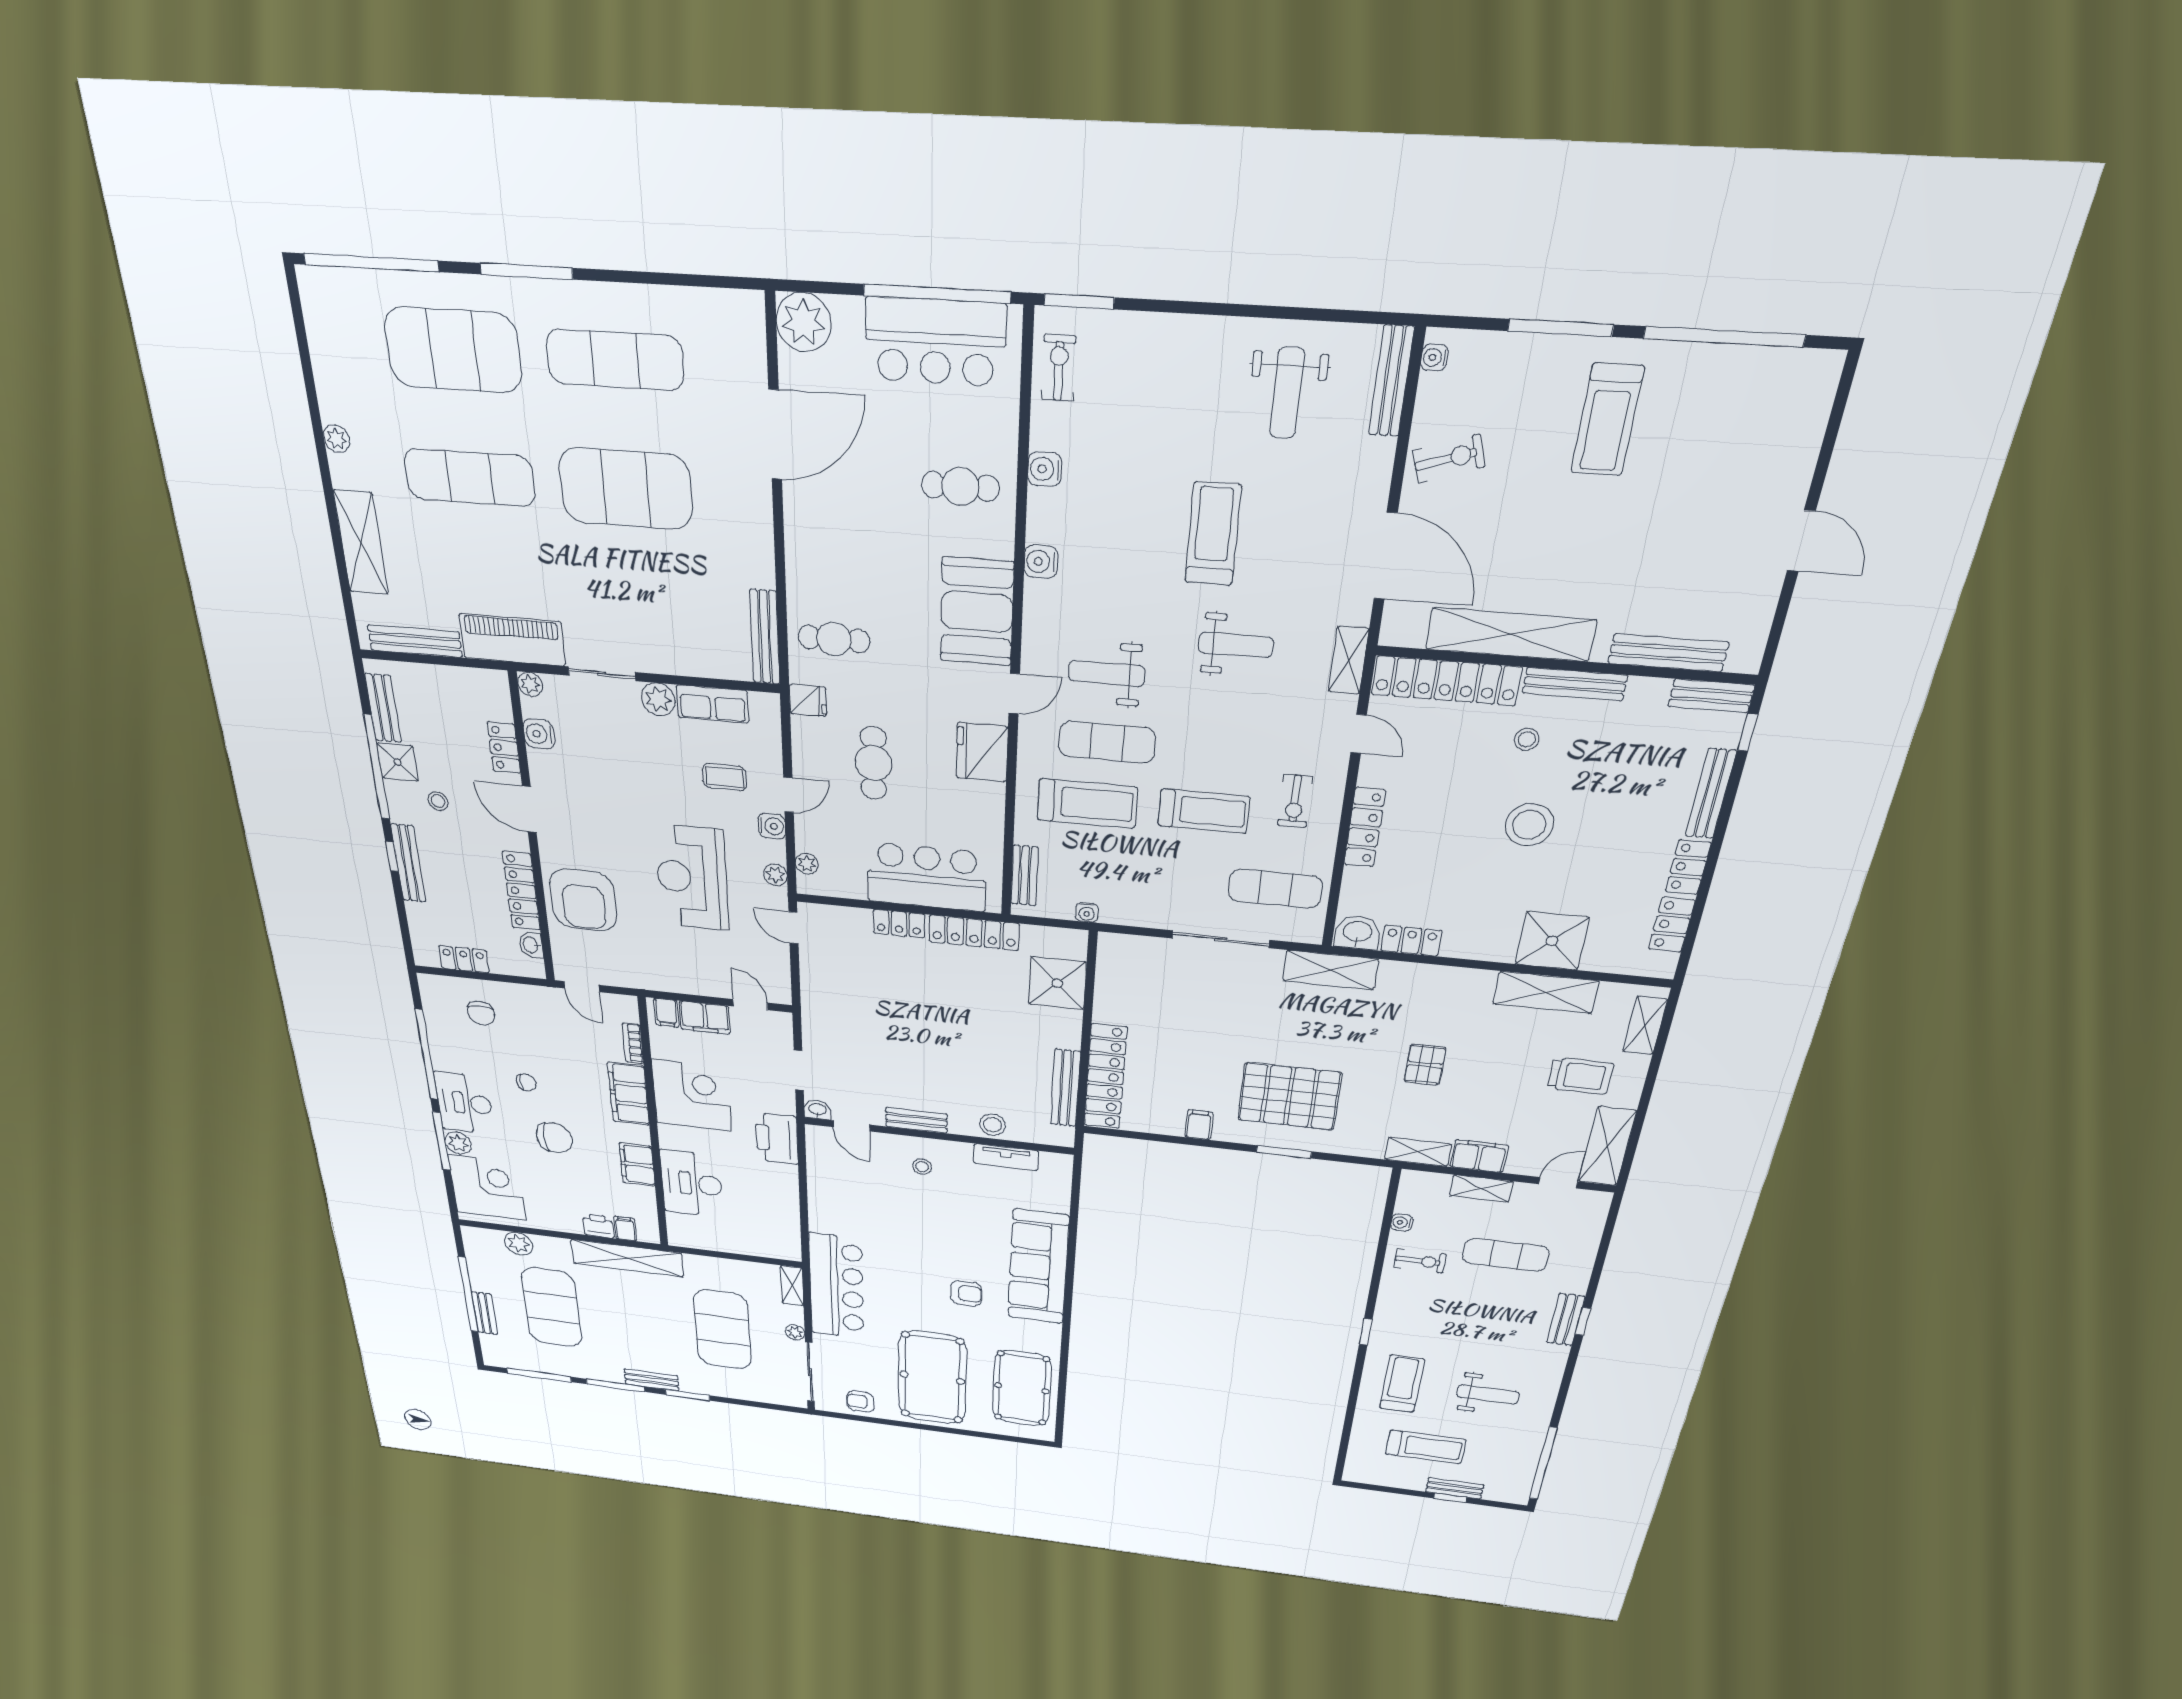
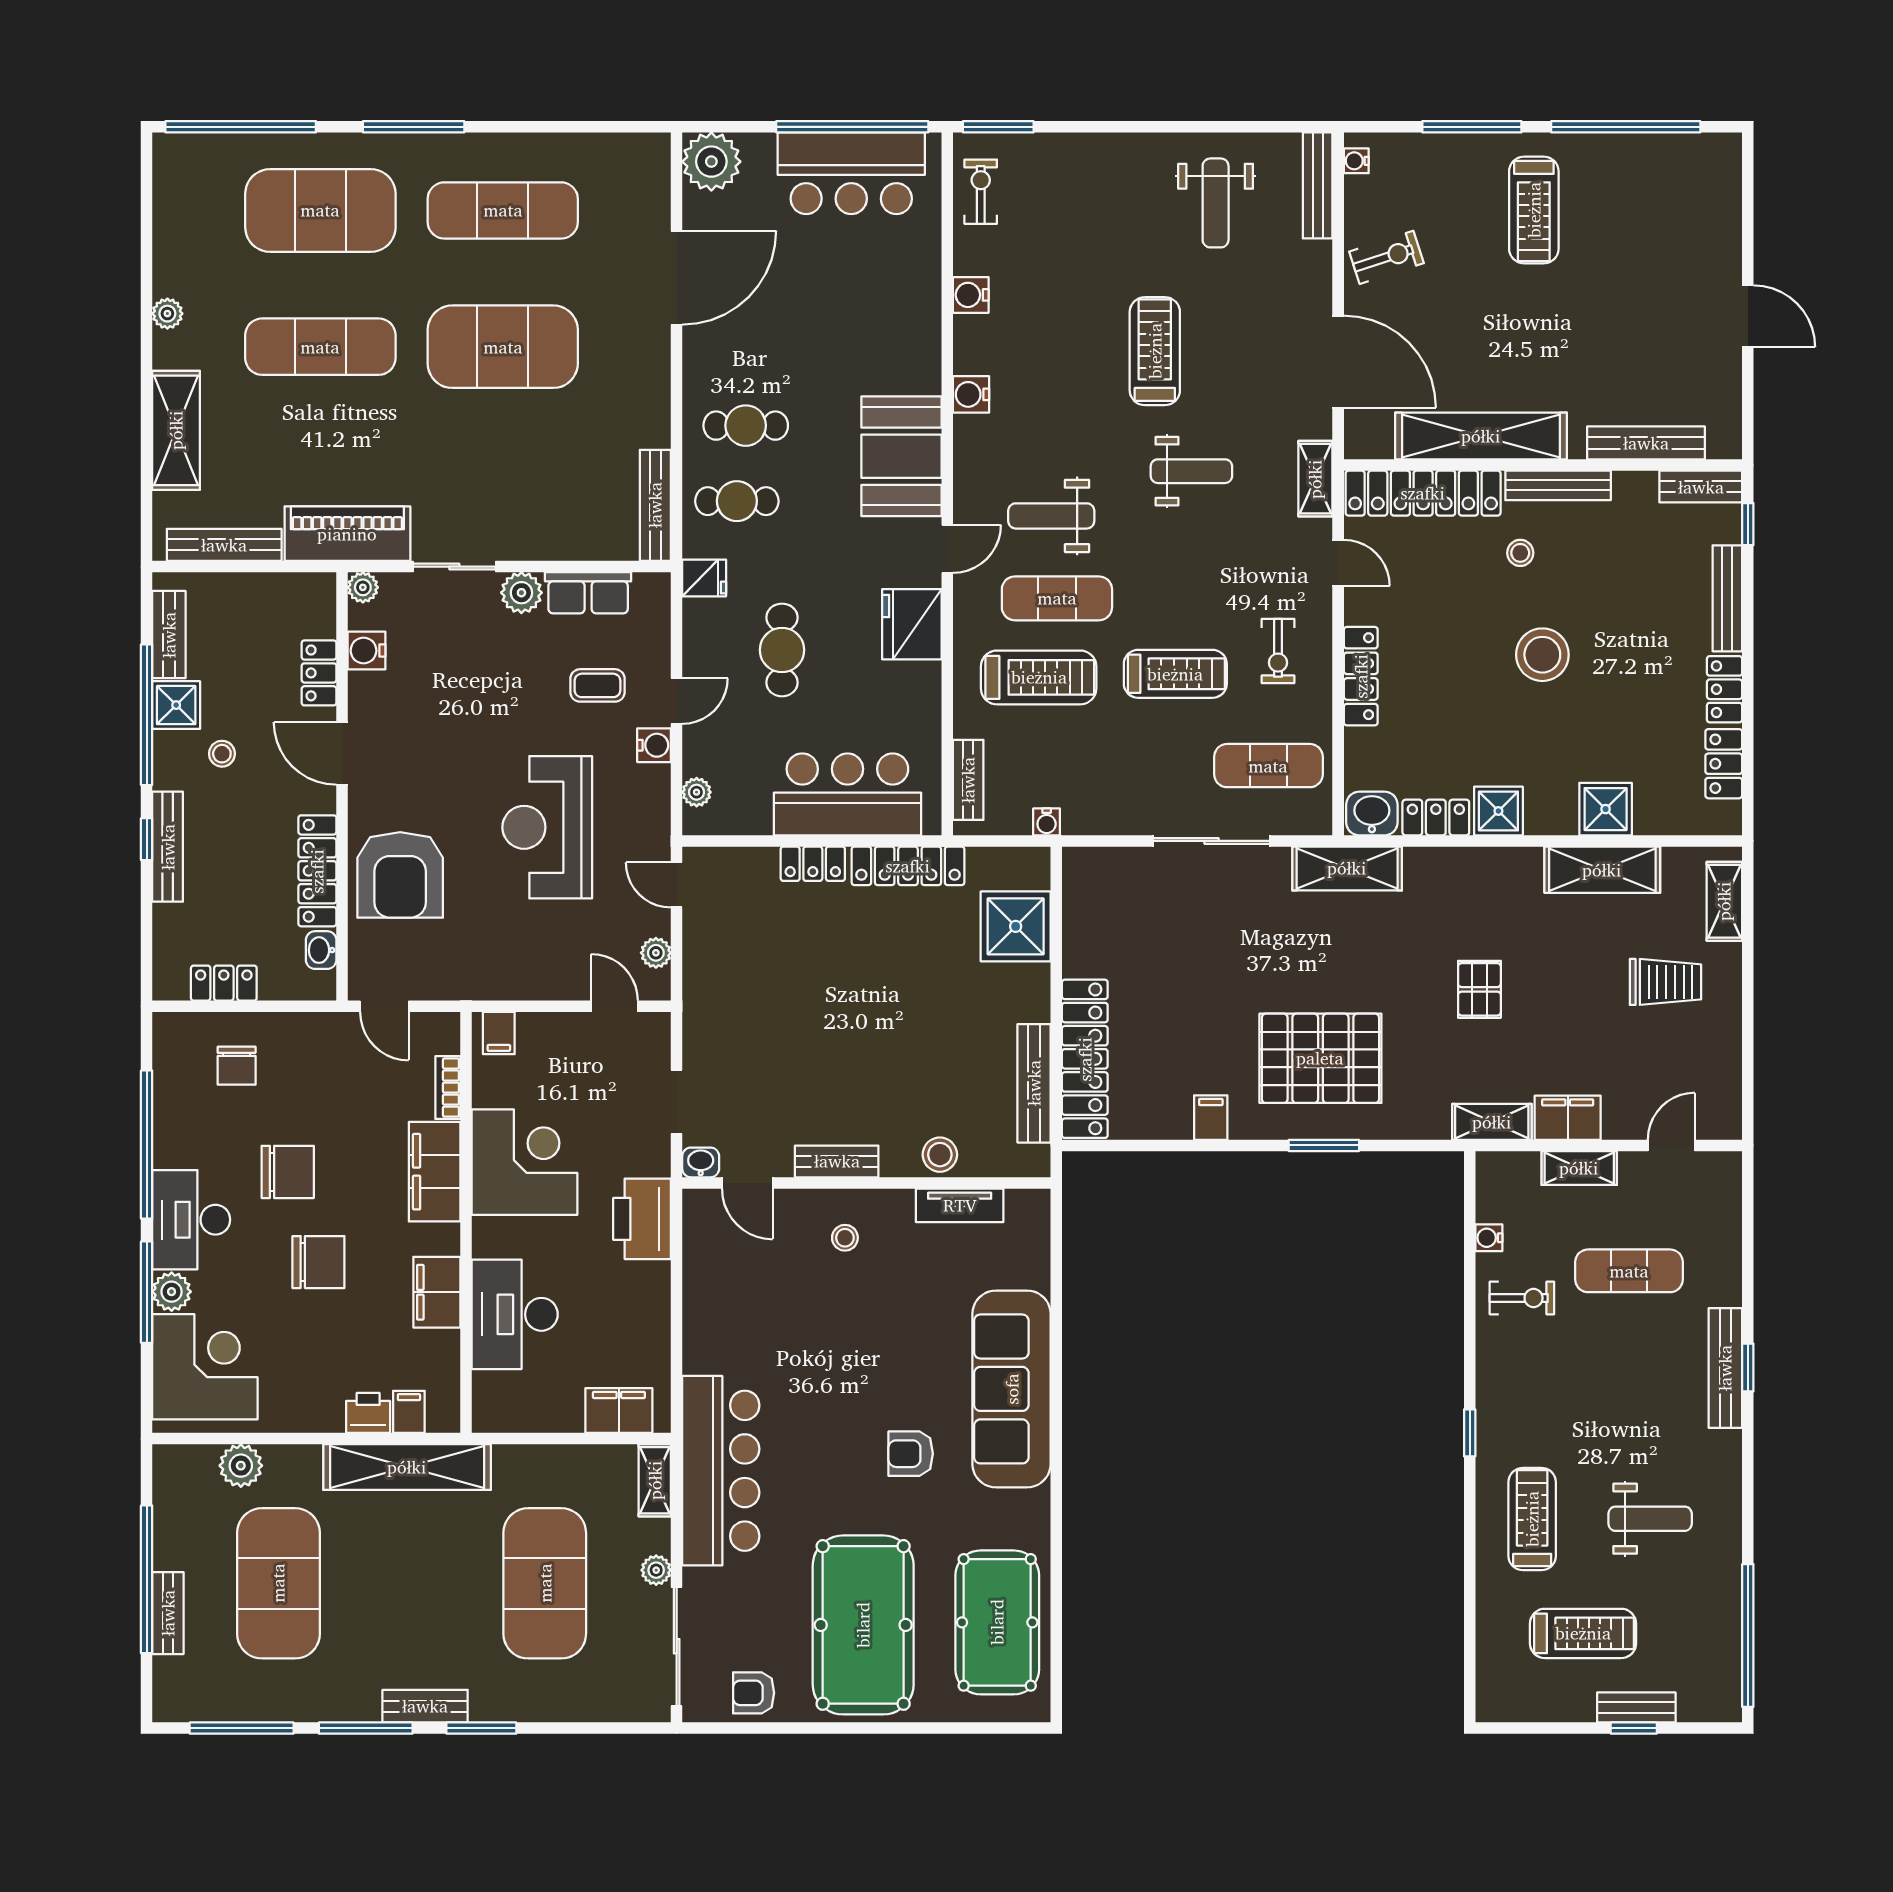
cafe table: (960, 486) -> (746, 426), moved
plant: (775, 875) -> (656, 953), moved
shower: (1466, 941) -> (1498, 811), added
shower: (1552, 941) -> (1606, 809), width x0.73, depth x0.73
filing cabinet: (705, 1018) -> (619, 1411), moved, turned 180
chair: (526, 1082) -> (288, 1172), width x1.87, depth x1.87
shelving: (1607, 1146) -> (1719, 1081), removed
armchair: (966, 1293) -> (911, 1454), turned 180
bench: (1566, 1320) -> (1725, 1368), width x1.36

